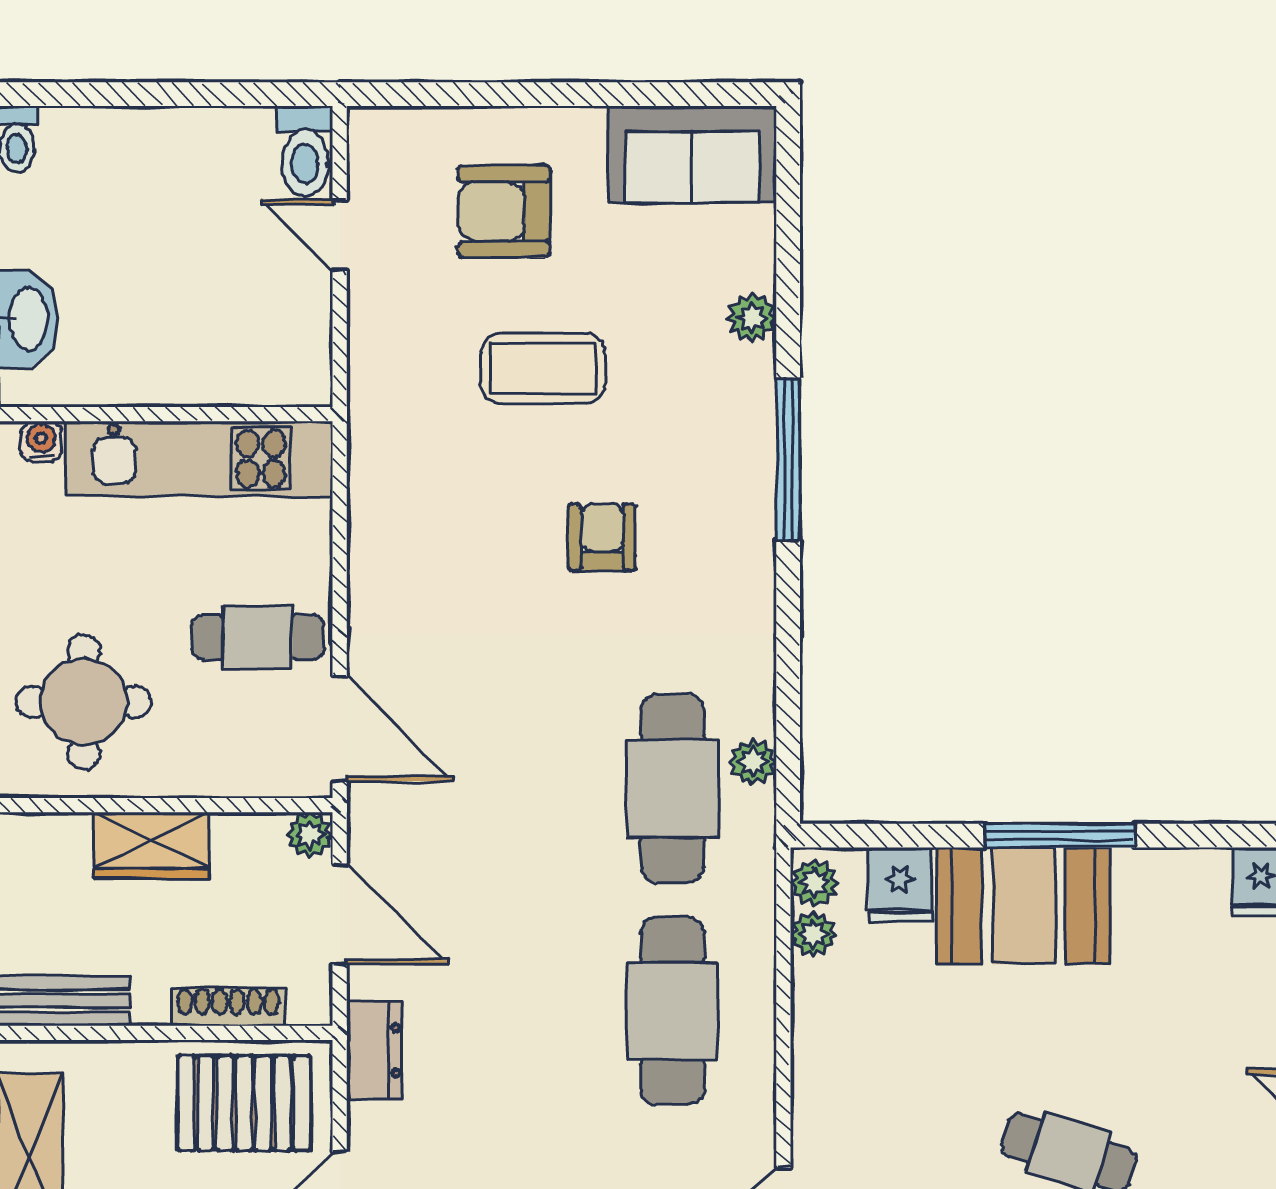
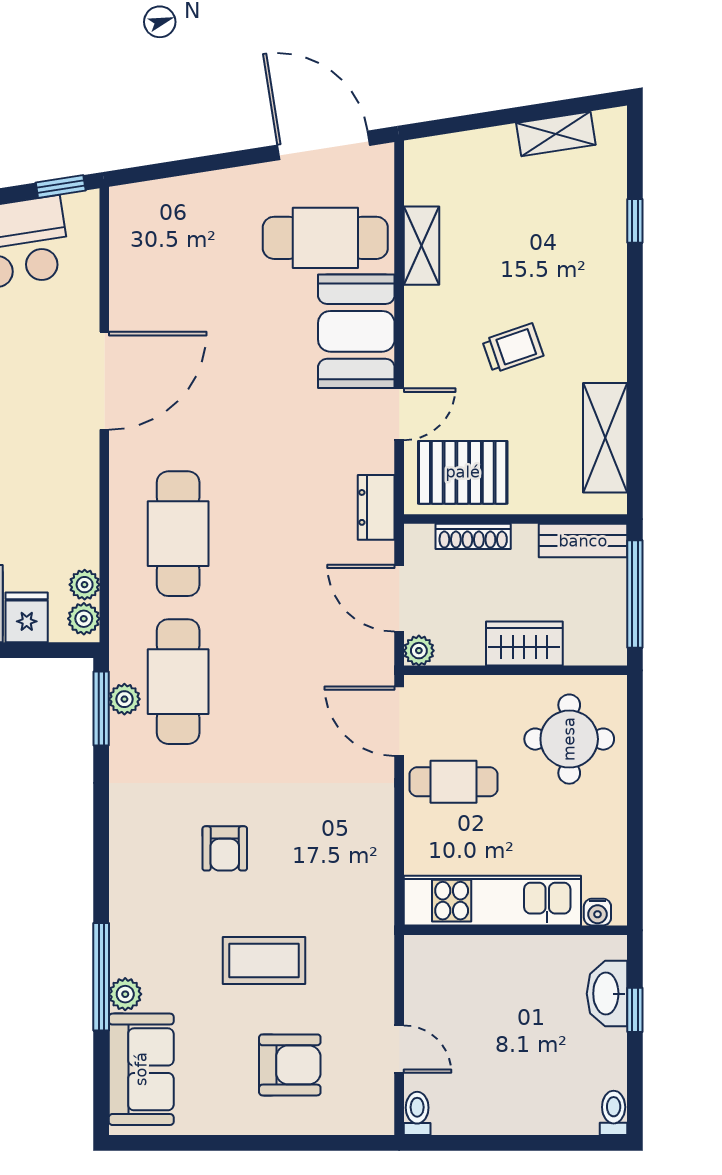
toilet: (305, 151) -> (417, 1113), width x0.73, depth x0.72
sofa: (692, 154) -> (141, 1069), moved, turned 90
window: (788, 459) -> (101, 977), moved
window: (788, 748) -> (101, 708), added

